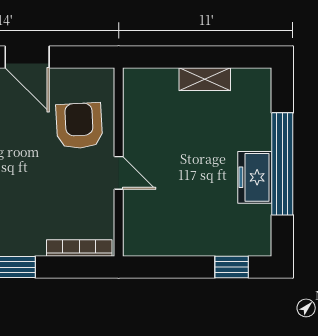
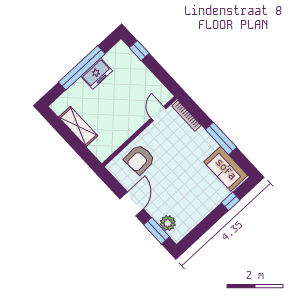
shelving: (205, 79) -> (78, 126), width x1.50, depth x1.33
door: (119, 173) -> (158, 114), moved

